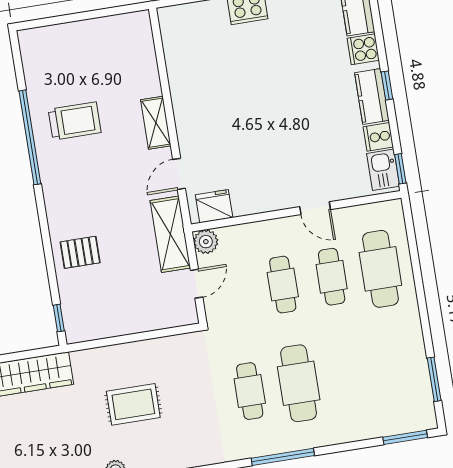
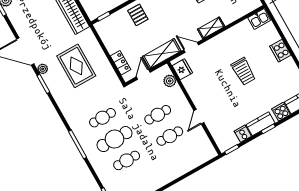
trolley: (261, 92) -> (243, 71), added
kitchen sink: (383, 170) -> (259, 19), moved, turned 180
plant: (206, 242) -> (170, 81), moved
cafe table: (380, 269) -> (127, 160), moved, width x0.73, depth x0.74
door: (197, 284) -> (143, 74), swing flipped
locker: (159, 319) -> (120, 63), added
rug: (133, 404) -> (76, 66), width x1.36, depth x1.43

